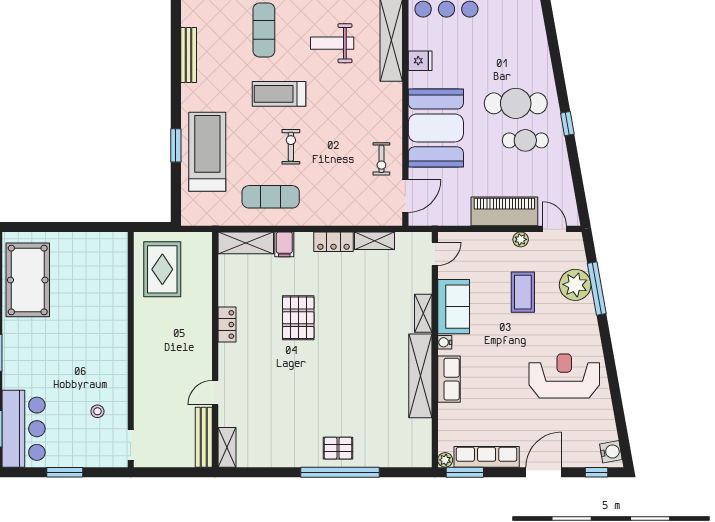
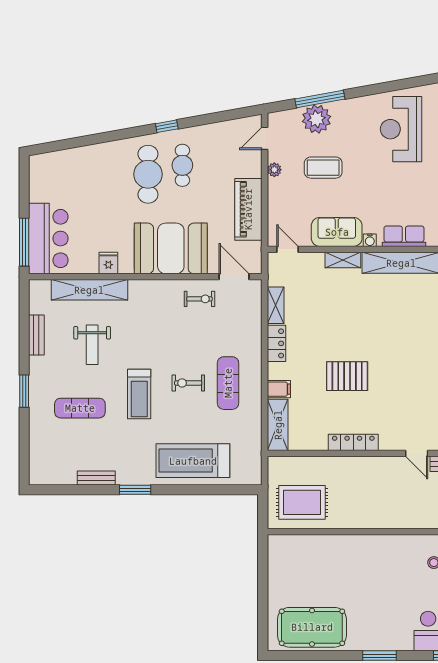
bench: (189, 55) -> (96, 478), width x0.73
window: (176, 145) -> (135, 490), moved
exercise mat: (271, 197) -> (228, 383), moved
piano: (504, 211) -> (248, 209), moved
locker: (227, 324) -> (353, 442), width x1.53

